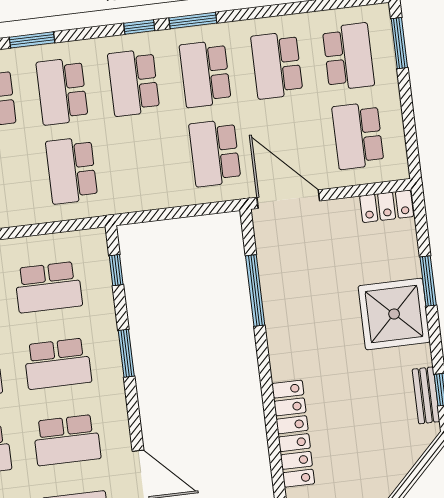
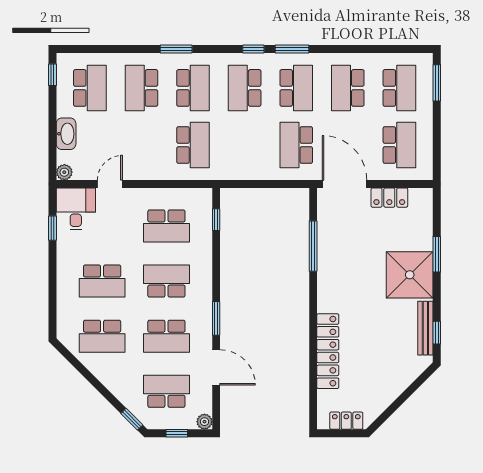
school desk: (205, 74) -> (296, 88), turned 180
school desk: (62, 91) -> (193, 88), turned 180
school desk: (358, 136) -> (399, 145), turned 180
school desk: (72, 170) -> (193, 145), turned 180
locker: (387, 206) -> (389, 198), moved
window: (126, 353) -> (216, 318), moved
school desk: (58, 364) -> (166, 281), turned 180
bench: (426, 395) -> (425, 328), width x1.36

